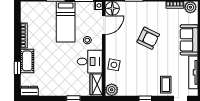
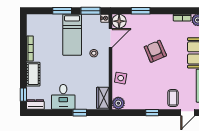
armchair: (148, 38) -> (155, 51), turned -139
desk: (90, 62) -> (63, 97), moved, turned 90
window: (17, 68) -> (23, 95), moved

